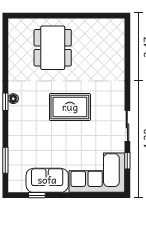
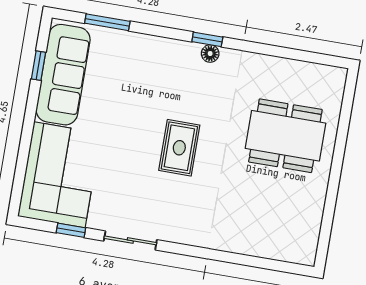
rug: (70, 107) -> (179, 148), width x0.73, depth x0.70
sofa: (47, 180) -> (63, 75), width x1.36

